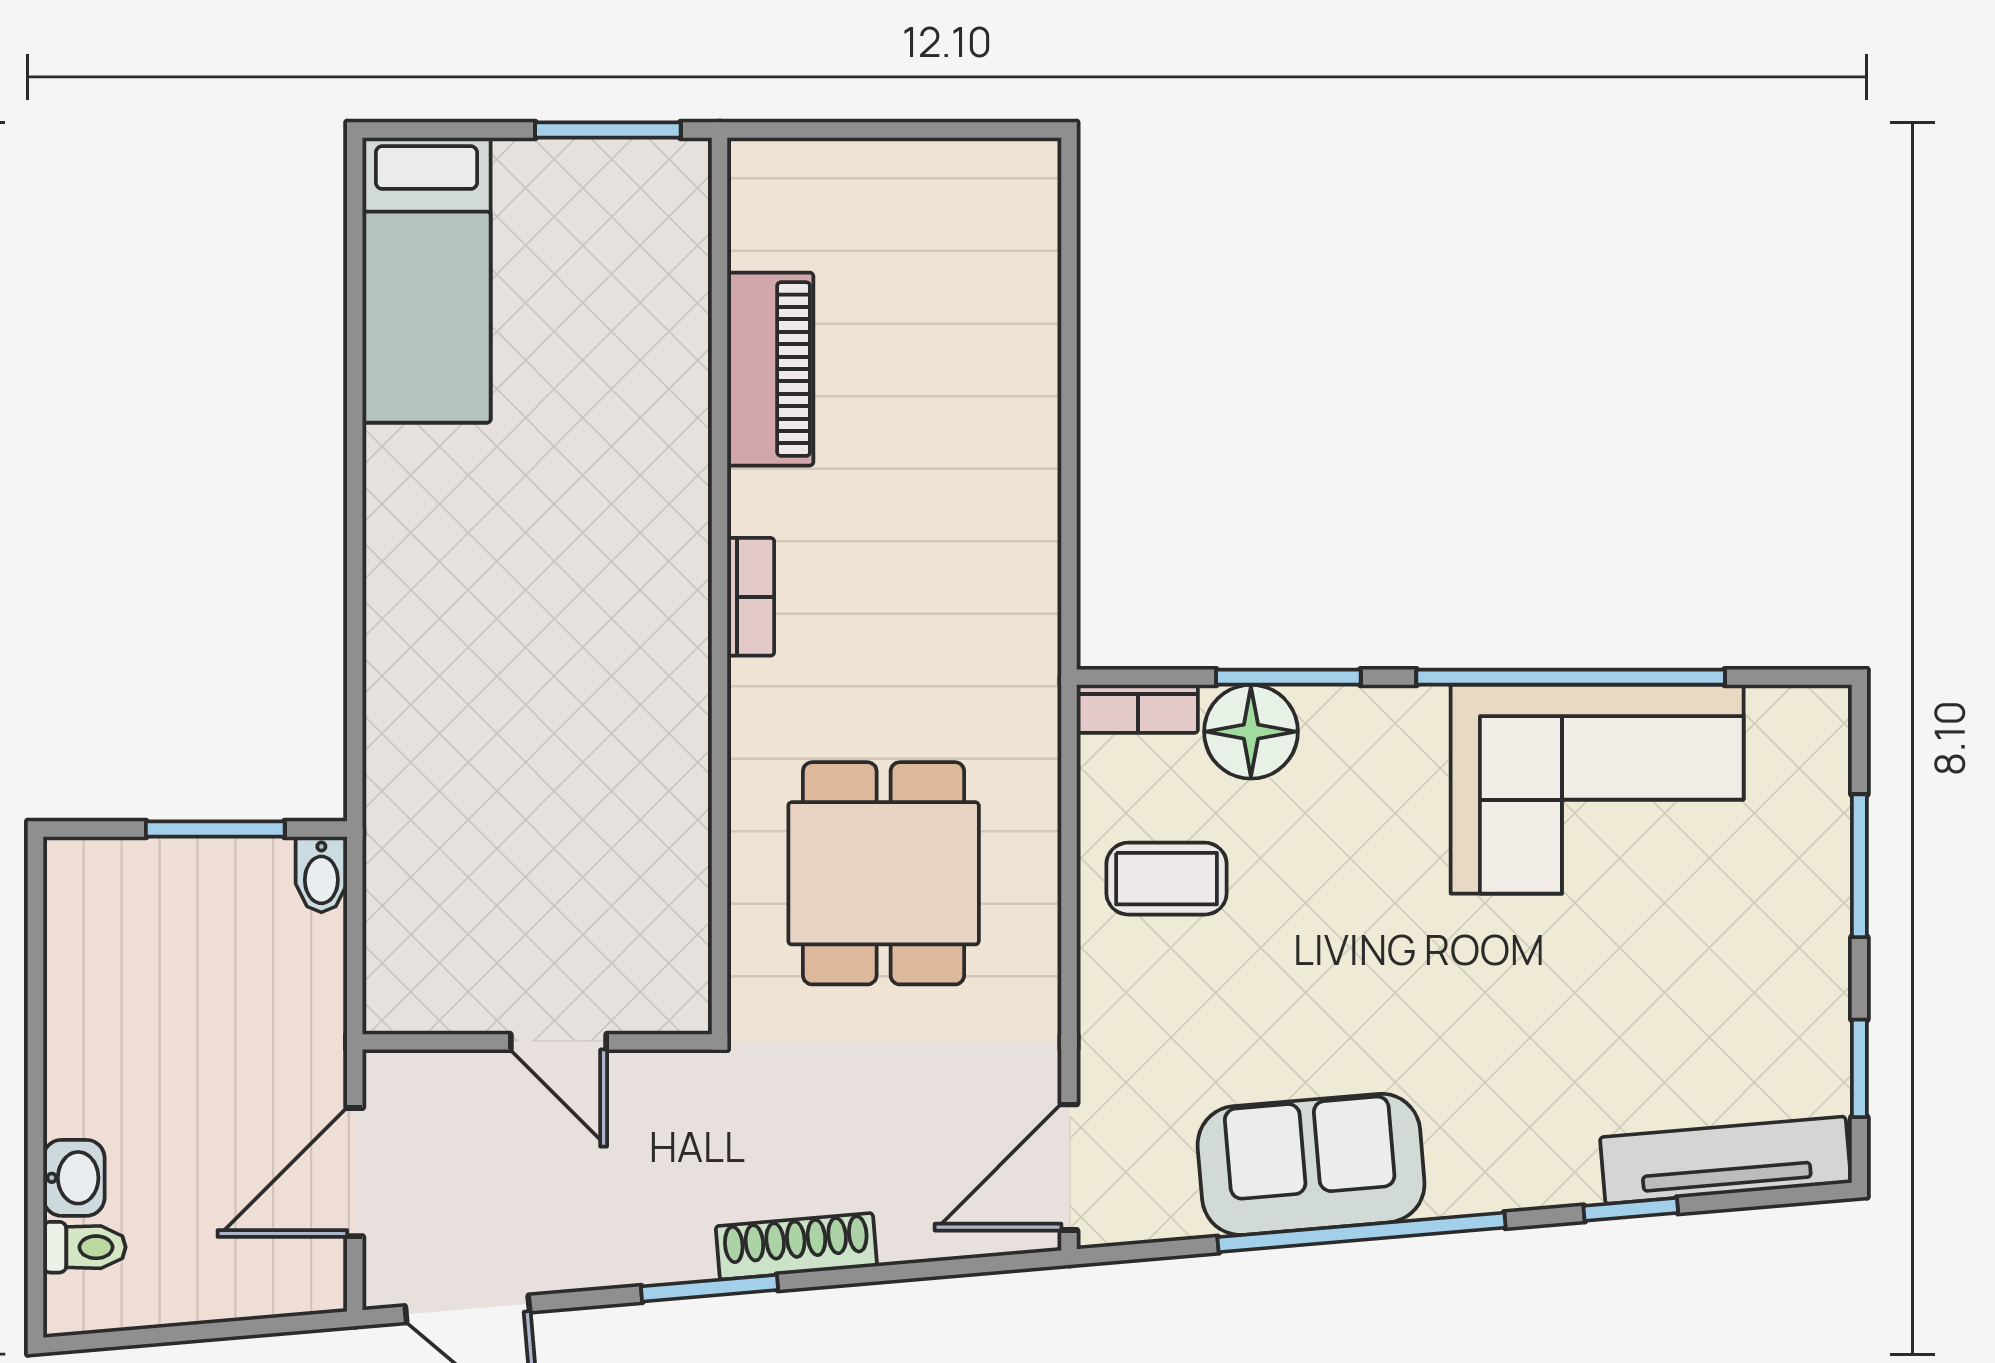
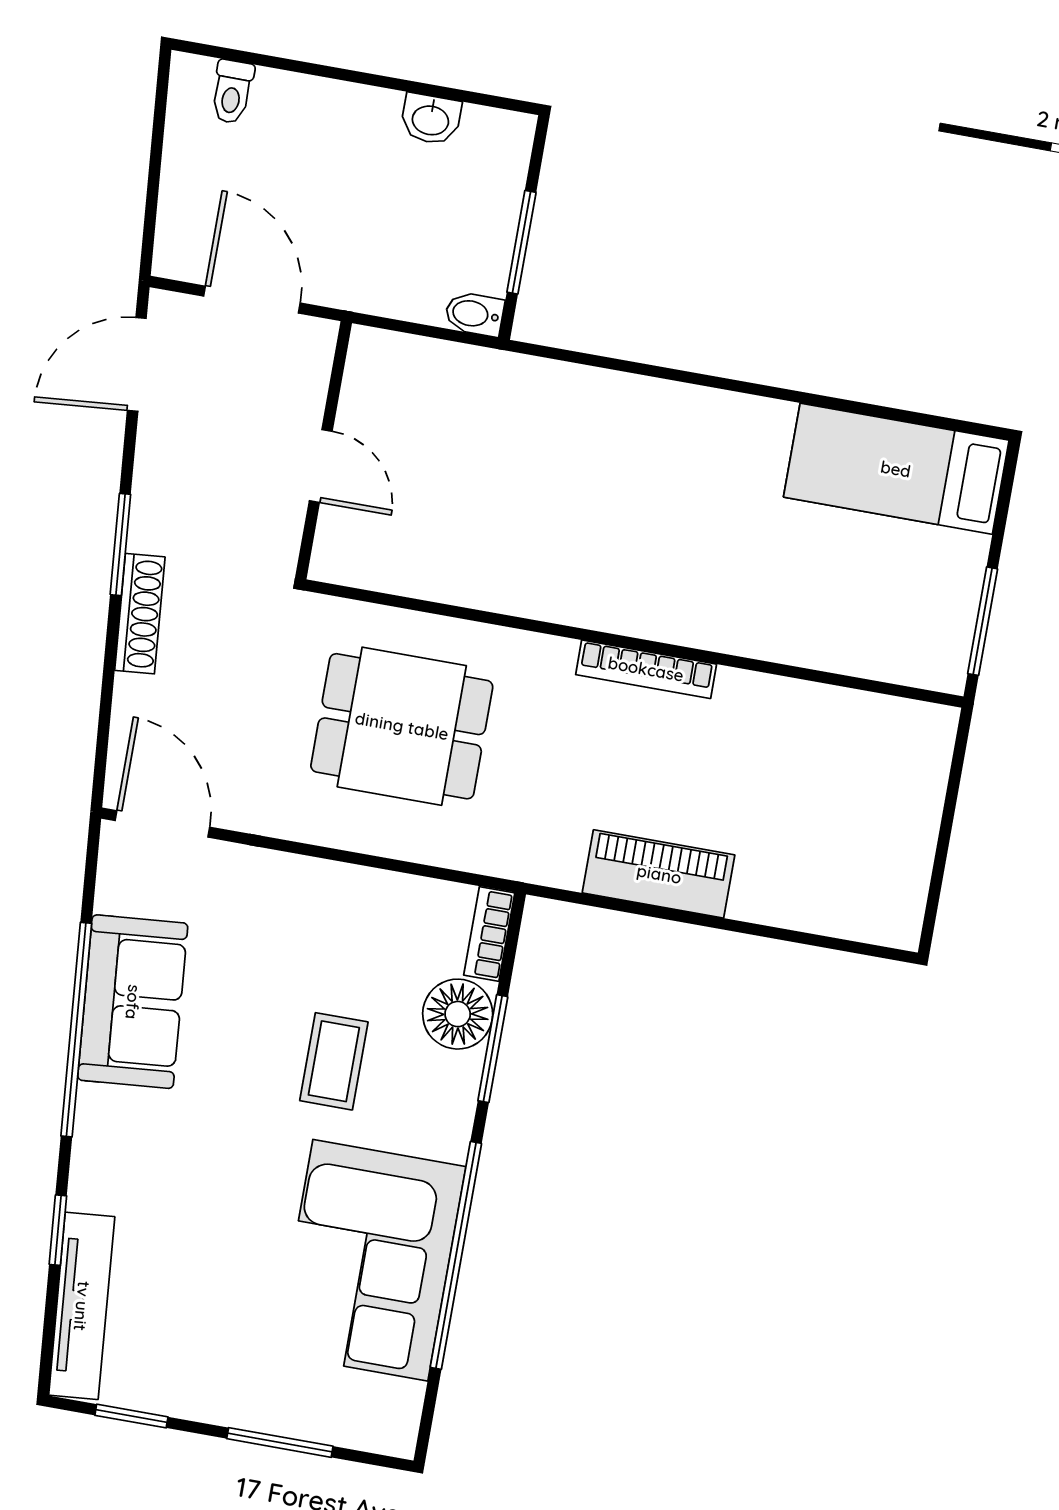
piano: (770, 369) -> (659, 874), moved, turned 180
bookcase: (751, 597) -> (646, 669), width x1.56
coffee table: (1167, 879) -> (334, 1061), moved
door: (558, 1042) -> (321, 466), swing flipped
washbasin: (74, 1178) -> (431, 119), moved

